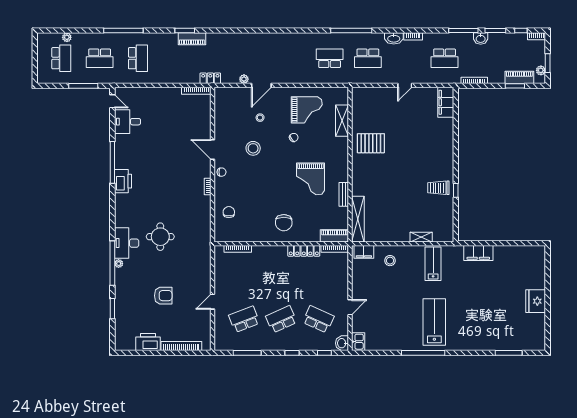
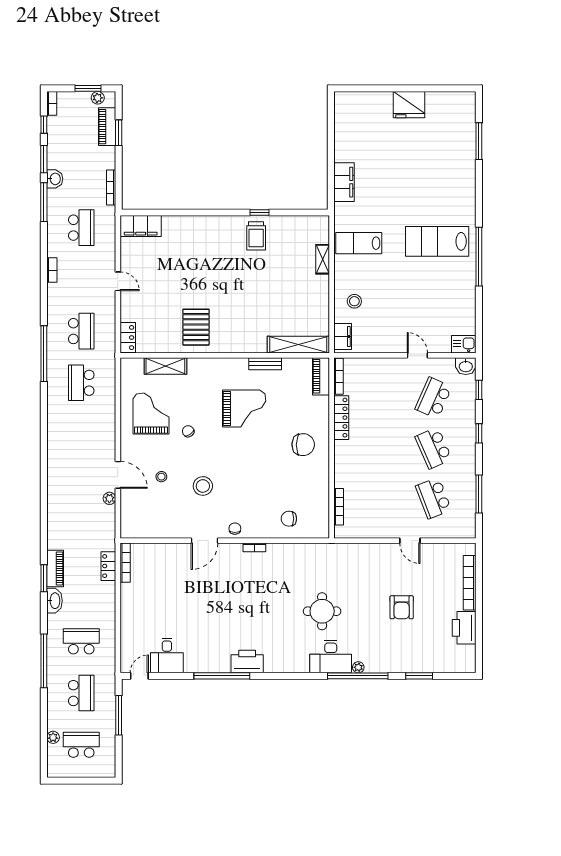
washbasin: (394, 38) -> (55, 601), moved
locker: (210, 78) -> (108, 566), moved
locker: (363, 93) -> (128, 338), added
armchair: (163, 296) -> (402, 607), turned 180

